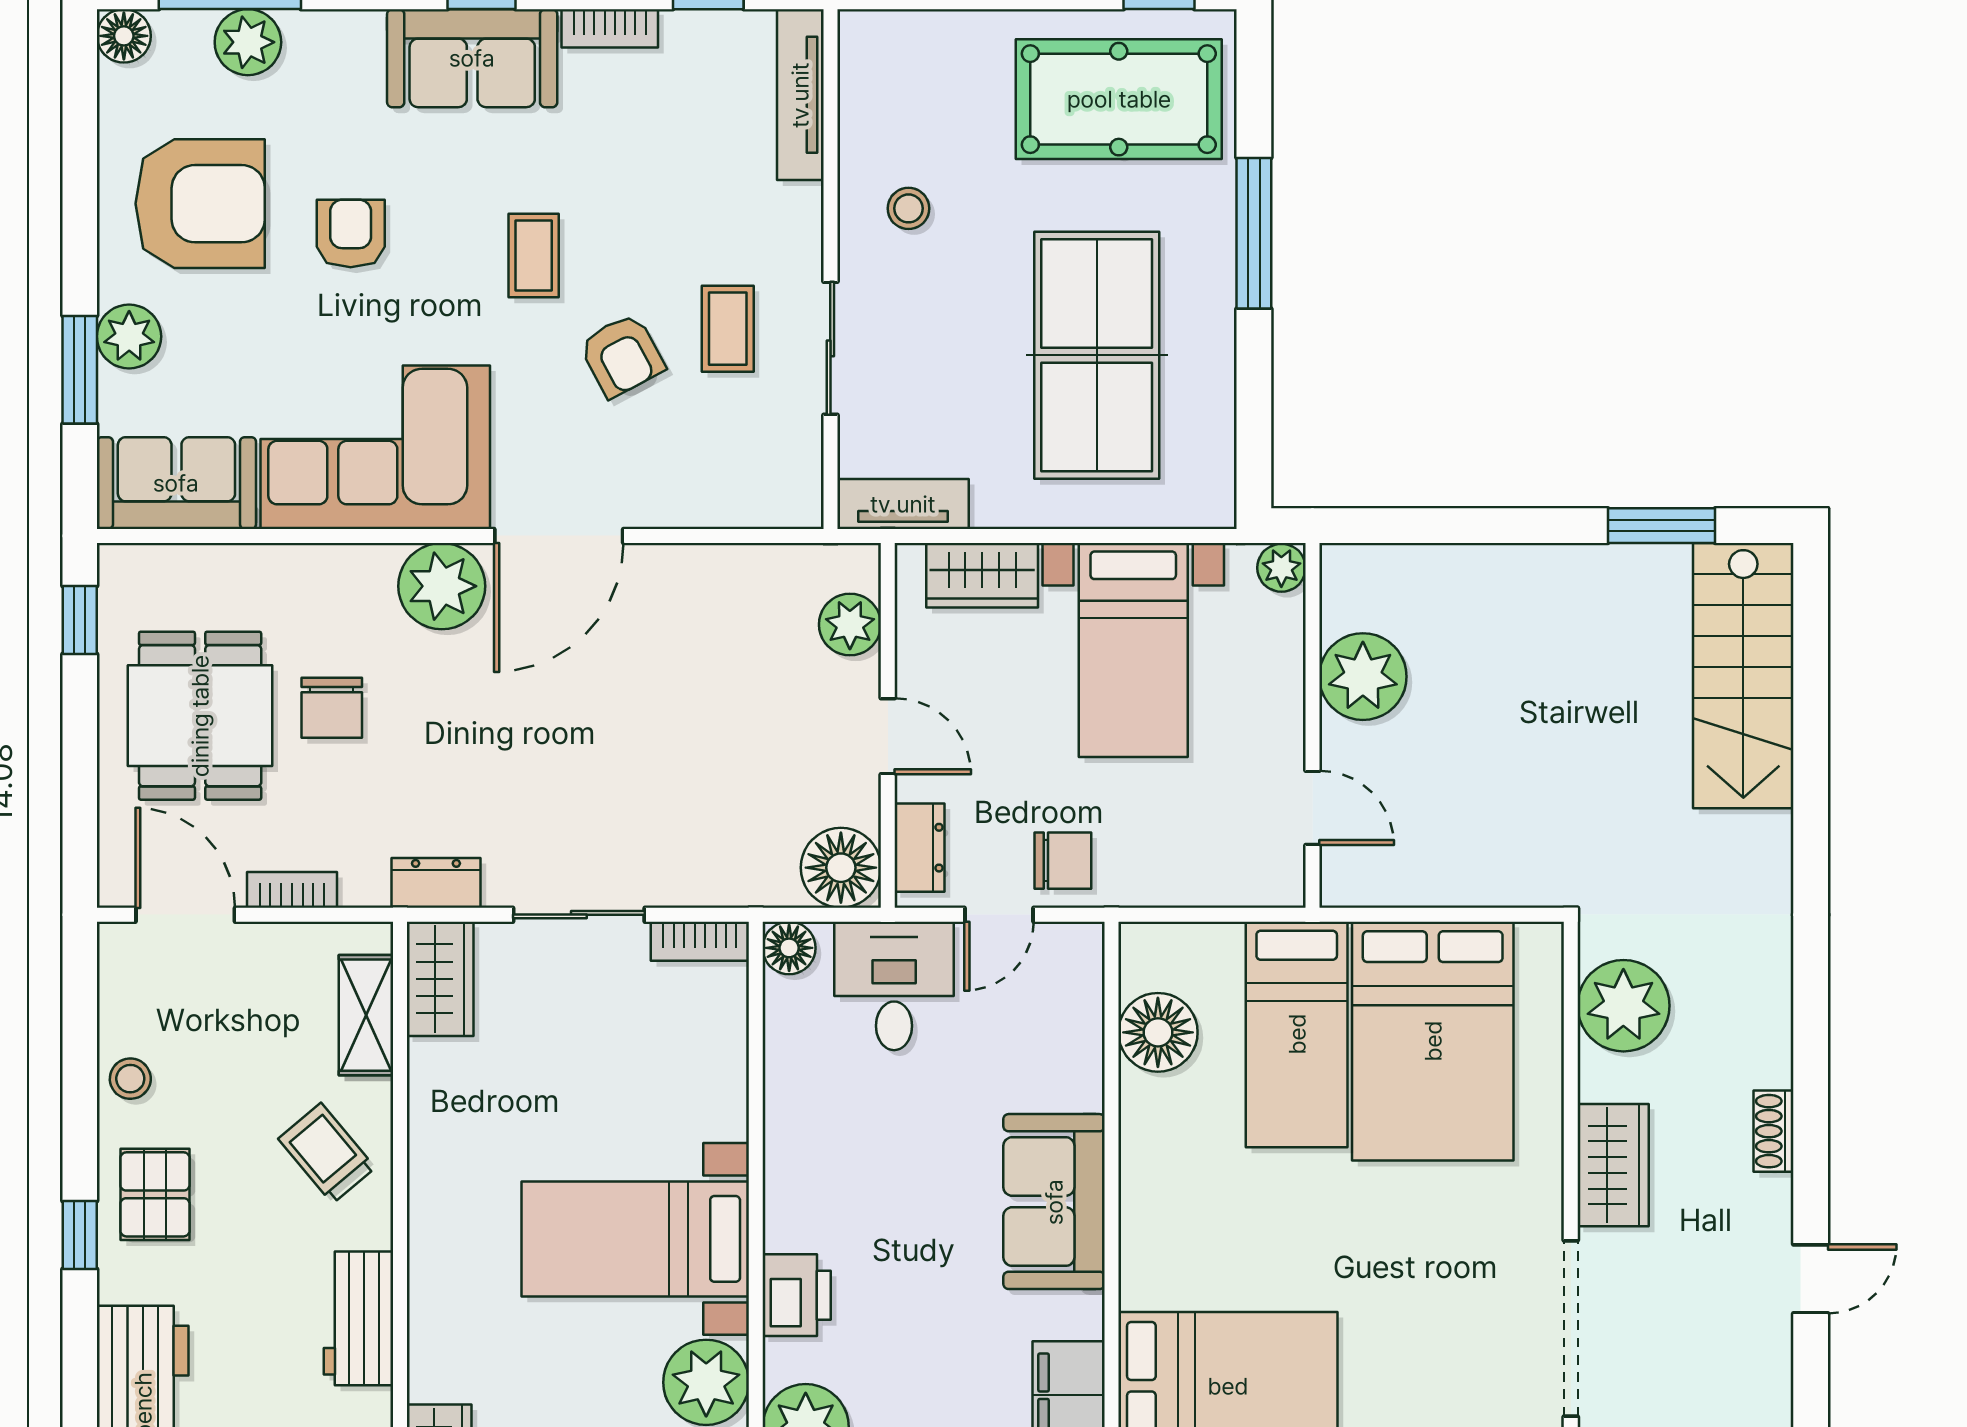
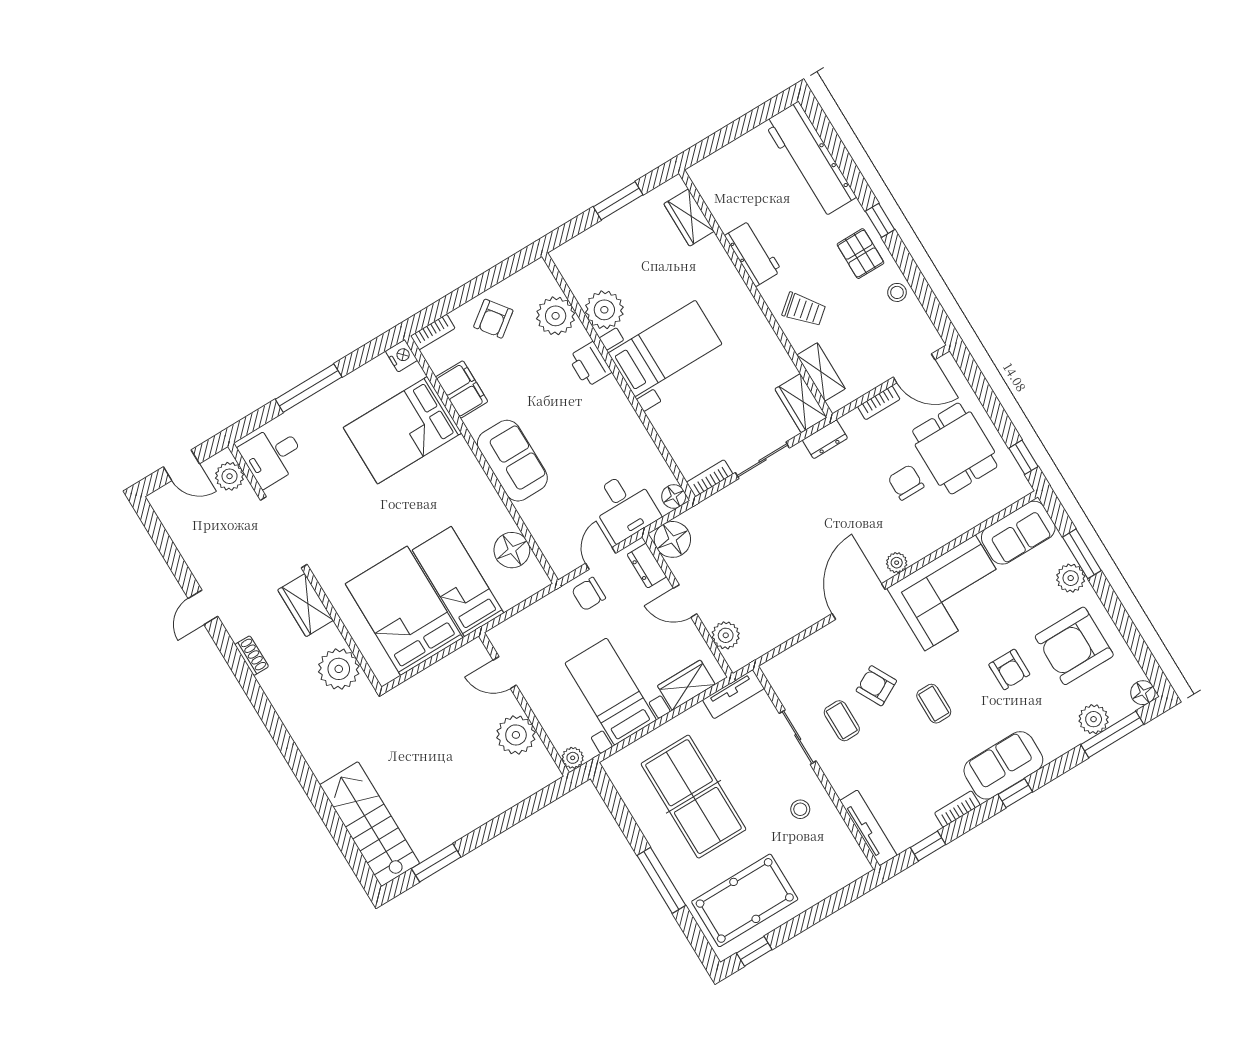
plant: (442, 586) -> (897, 563), width x0.53, depth x0.53

